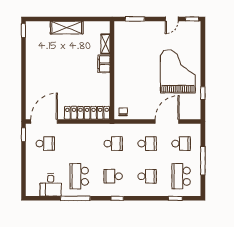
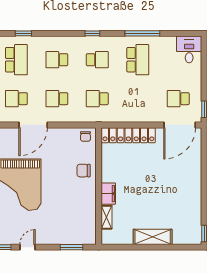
chair: (125, 83) -> (84, 171), added
desk: (51, 185) -> (189, 49), moved

